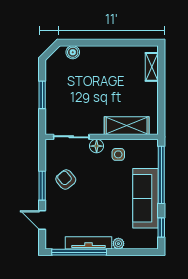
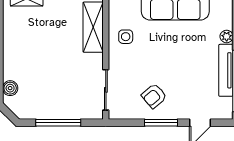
window: (42, 95) -> (58, 123), width x1.44
floor lamp: (97, 146) -> (116, 61), removed

